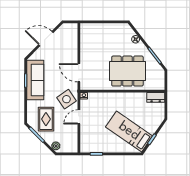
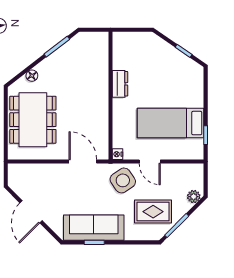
dining table: (127, 71) -> (33, 120), moved
door: (79, 73) -> (83, 161), swing flipped
dresser: (156, 97) -> (120, 84), moved
bed: (129, 131) -> (170, 123), moved, turned 55

